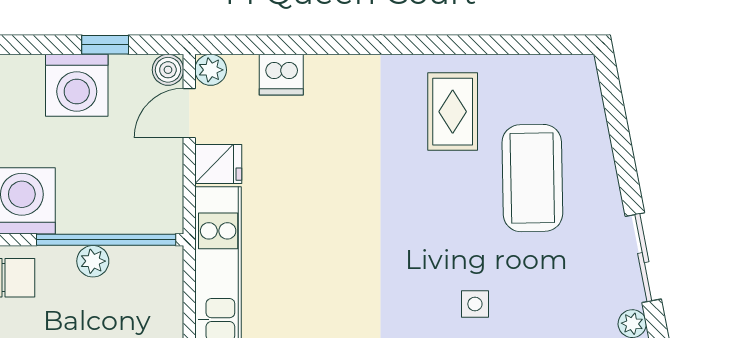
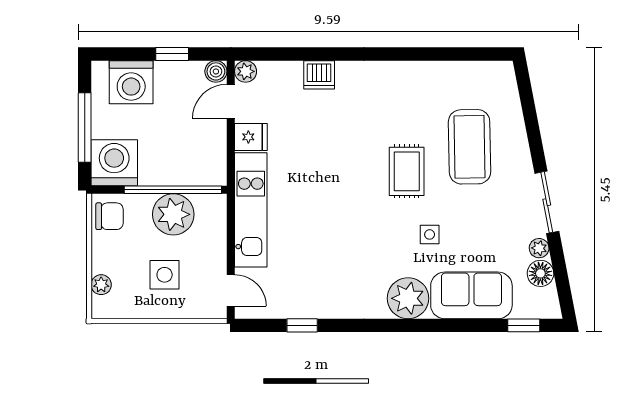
dishwasher: (281, 75) -> (319, 75), moved
washing machine: (77, 85) -> (131, 82), moved
rug: (453, 112) -> (407, 171), moved
plant: (93, 261) -> (173, 214), width x1.87, depth x1.87

